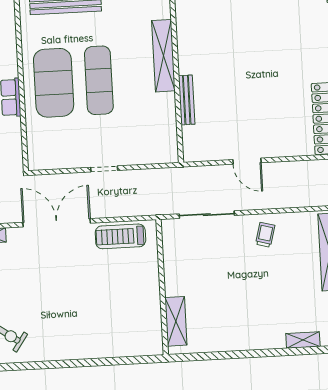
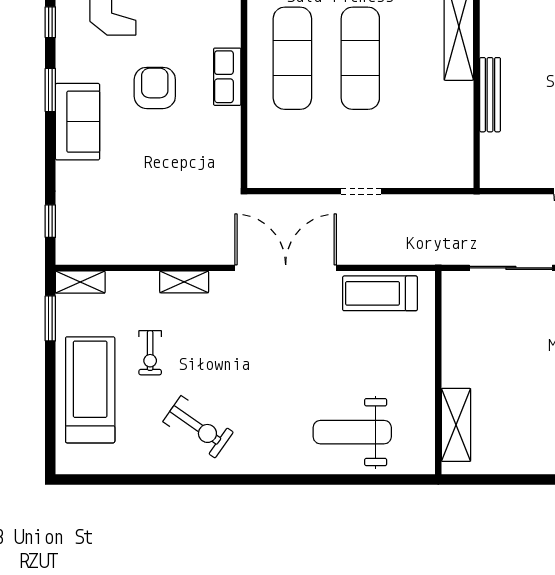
exercise mat: (54, 83) -> (292, 58), width x0.68
weight bench: (107, 330) -> (352, 432), added

